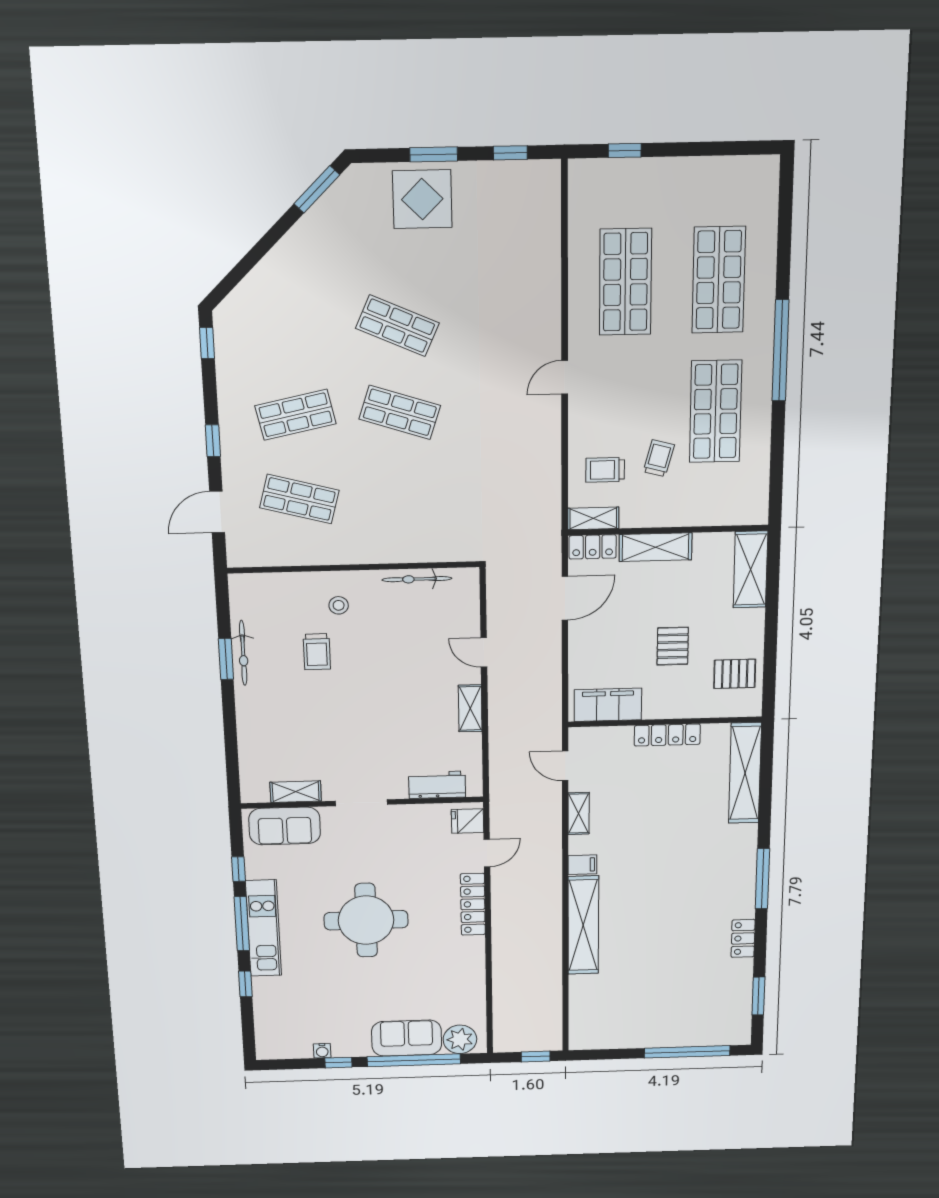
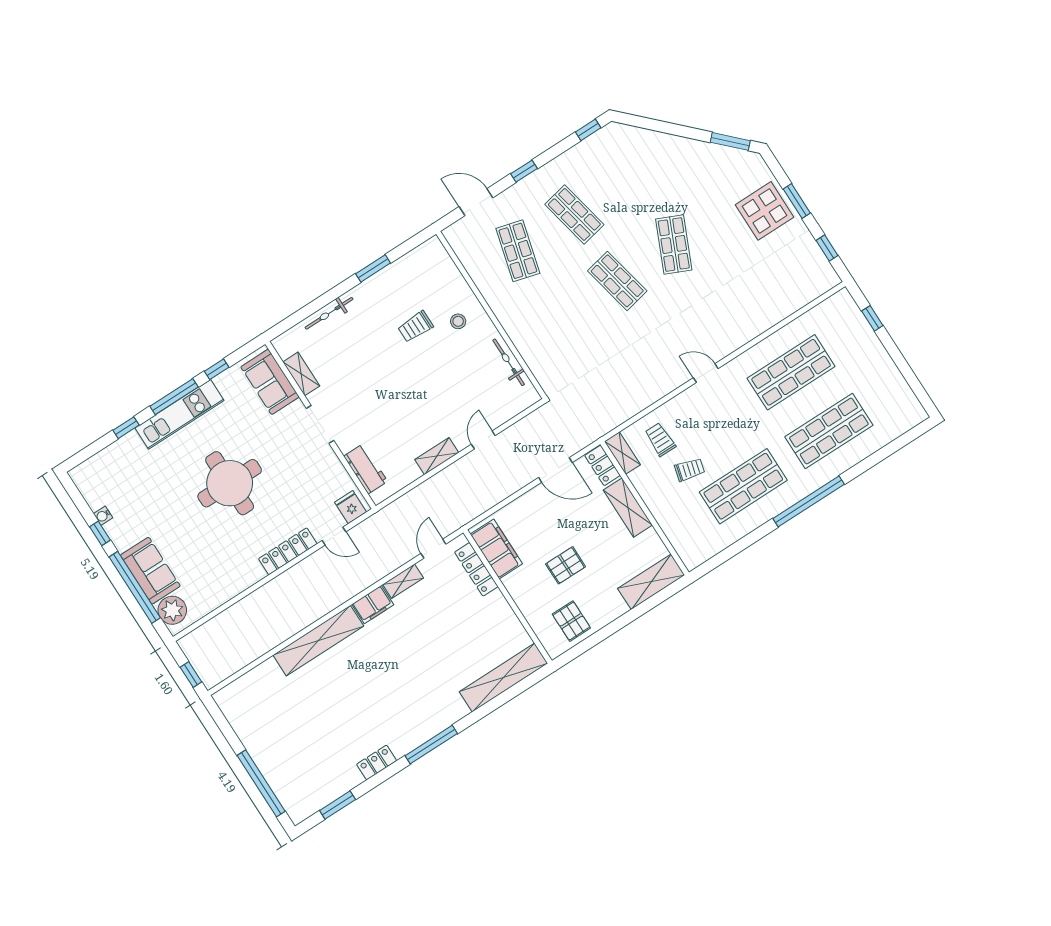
shop shelf: (400, 412) -> (617, 281), turned -30
bicycle: (243, 653) -> (329, 313), moved
locker: (667, 735) -> (476, 569), moved
filing cabinet: (582, 865) -> (373, 605), width x2.00

